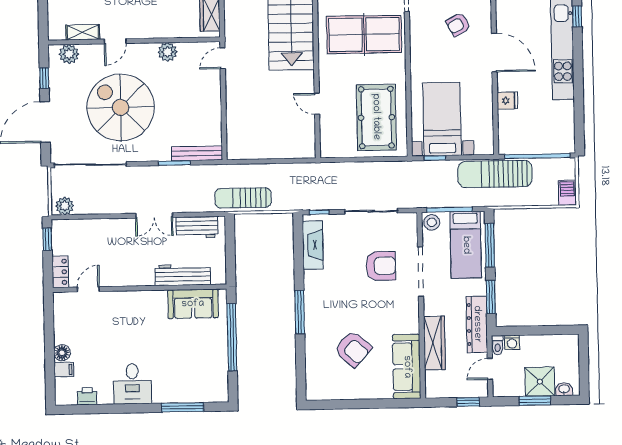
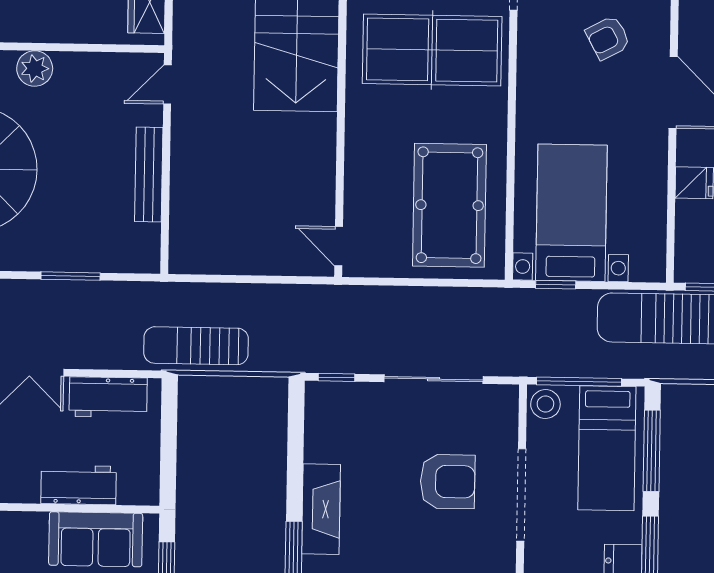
plant: (168, 52) -> (35, 68), moved
door: (317, 104) -> (339, 246), moved
bench: (197, 153) -> (149, 175), moved, turned 90
fireplace: (313, 245) -> (321, 509), moved
workbench: (183, 275) -> (79, 485), width x0.73

